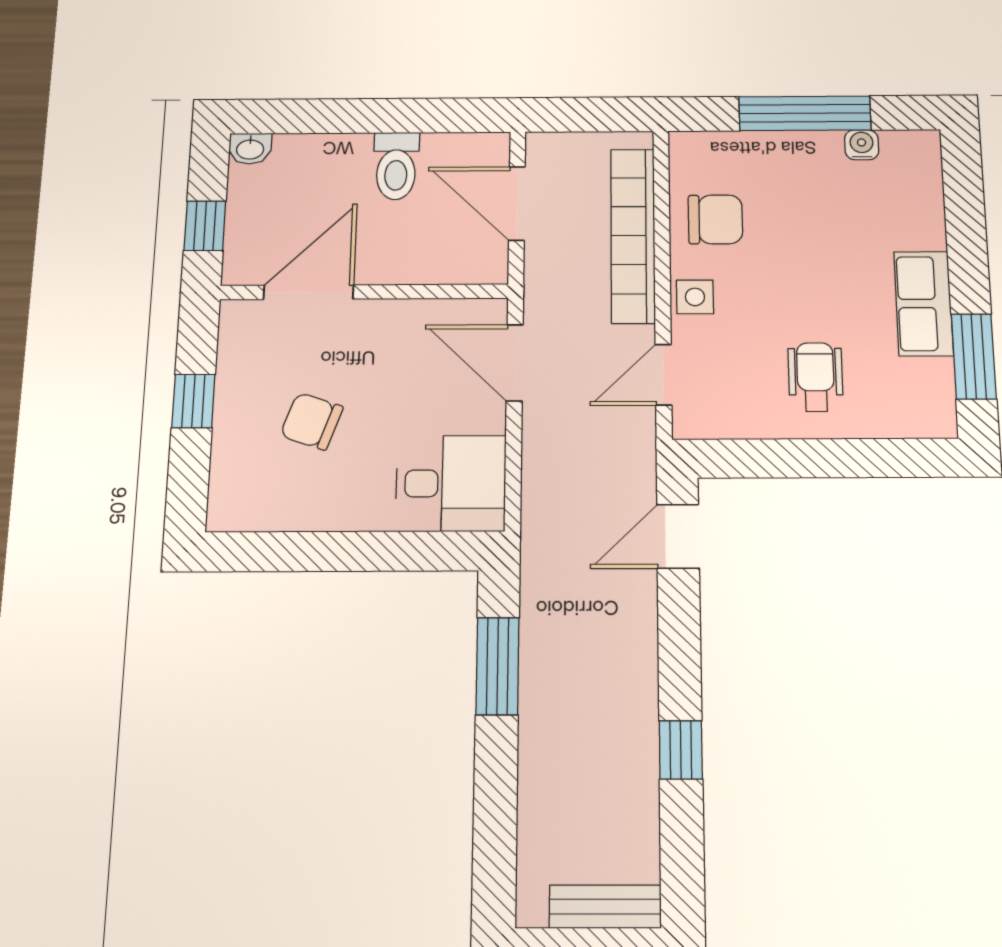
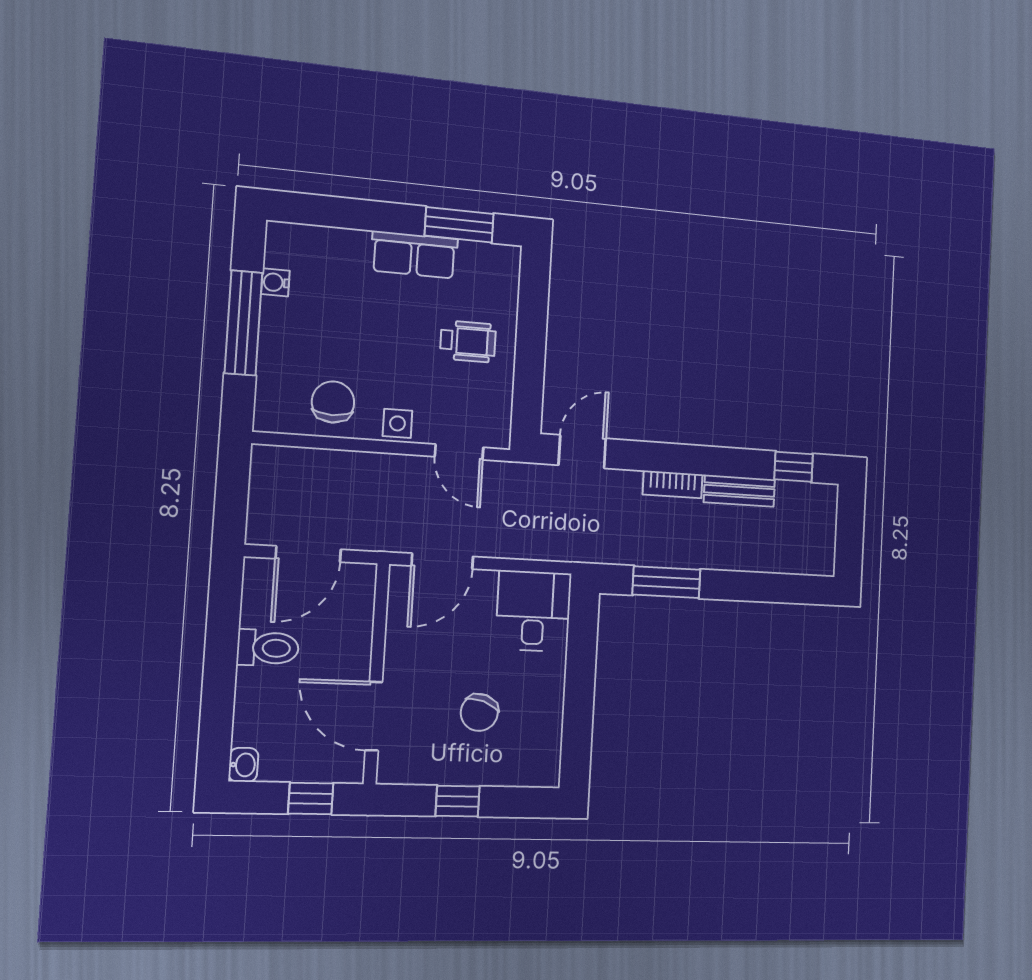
bookcase: (633, 235) -> (673, 484), moved, width x0.43, depth x0.76
wheelchair: (816, 377) -> (468, 341), turned 180
door: (678, 536) -> (582, 452), swing flipped
window: (681, 750) -> (794, 467), moved
bench: (605, 907) -> (739, 491), moved, turned 90

